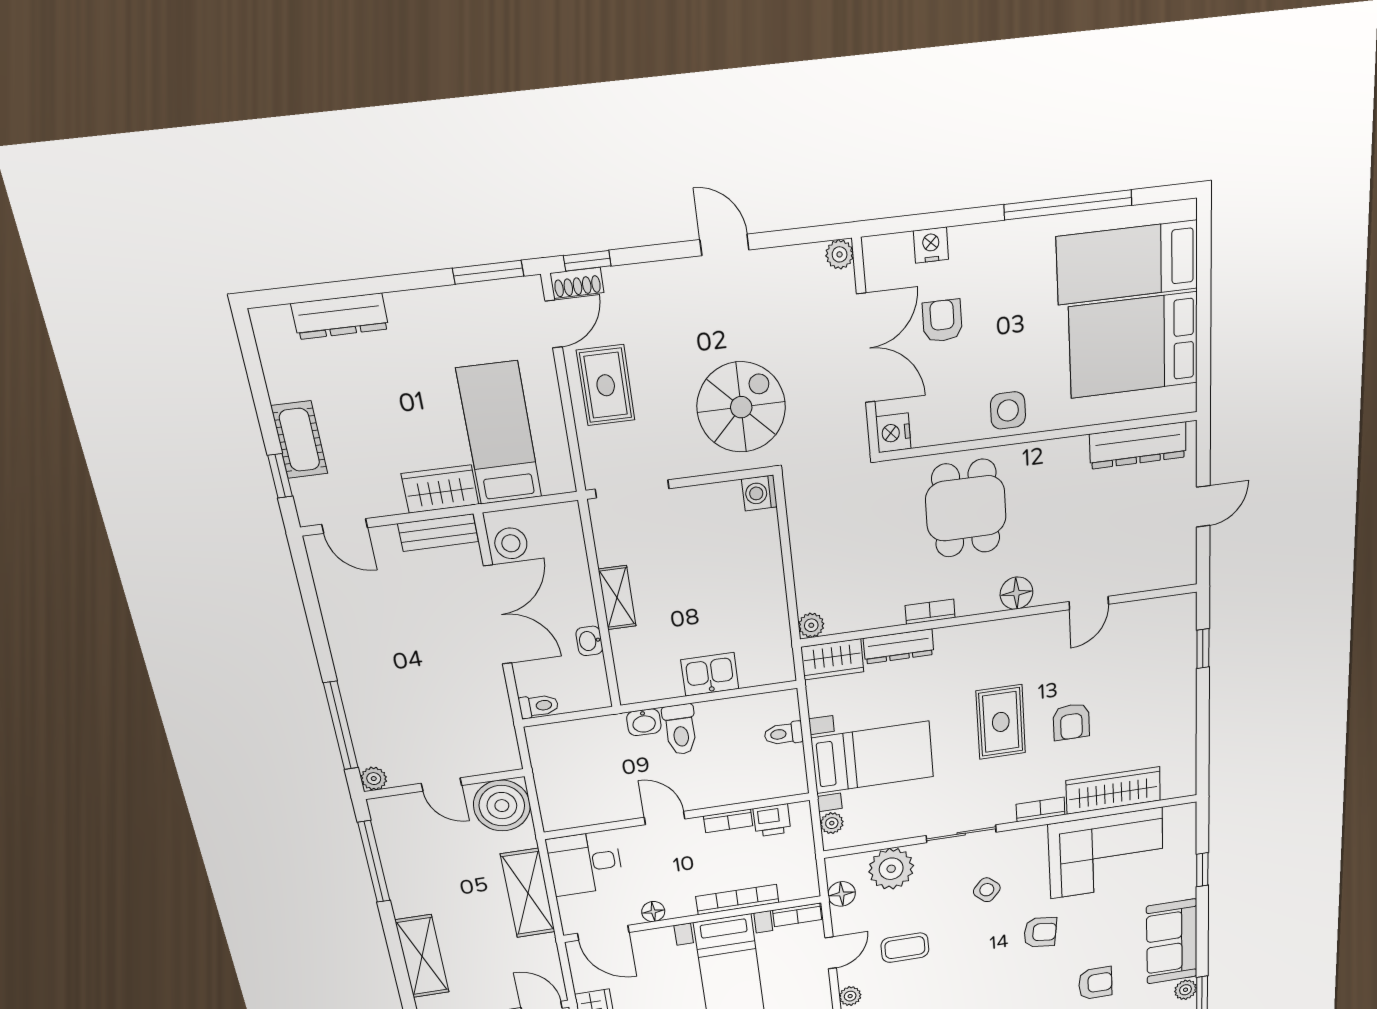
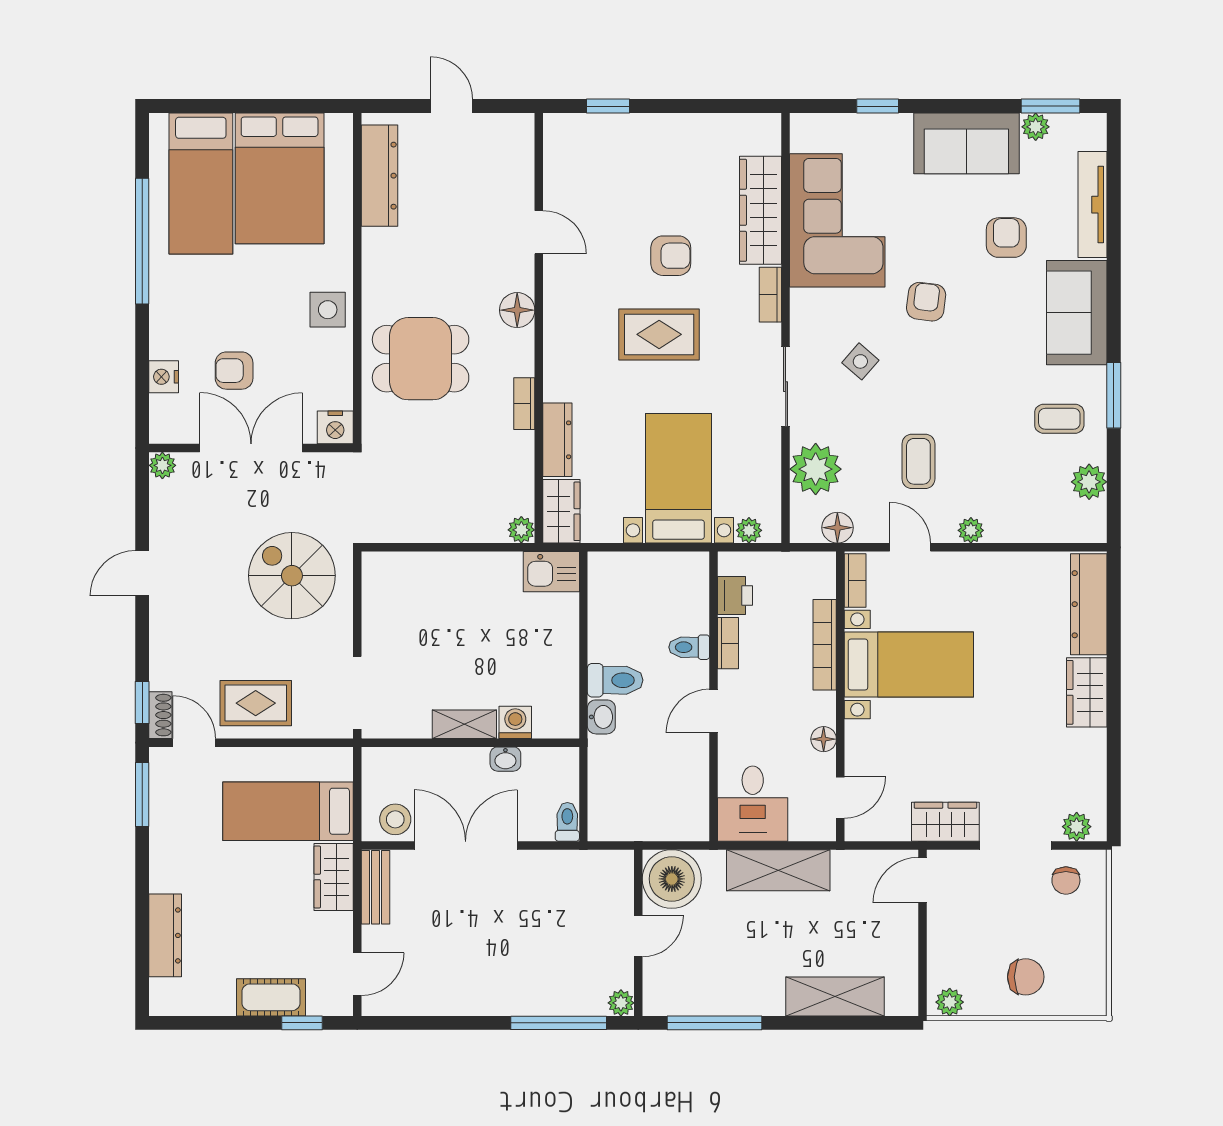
washing machine: (759, 493) -> (515, 722), moved, turned 180
kitchen sink: (710, 674) -> (551, 572), moved, turned -90
toilet: (784, 734) -> (689, 647), moved, turned 90
door: (603, 933) -> (840, 797), width x0.73

